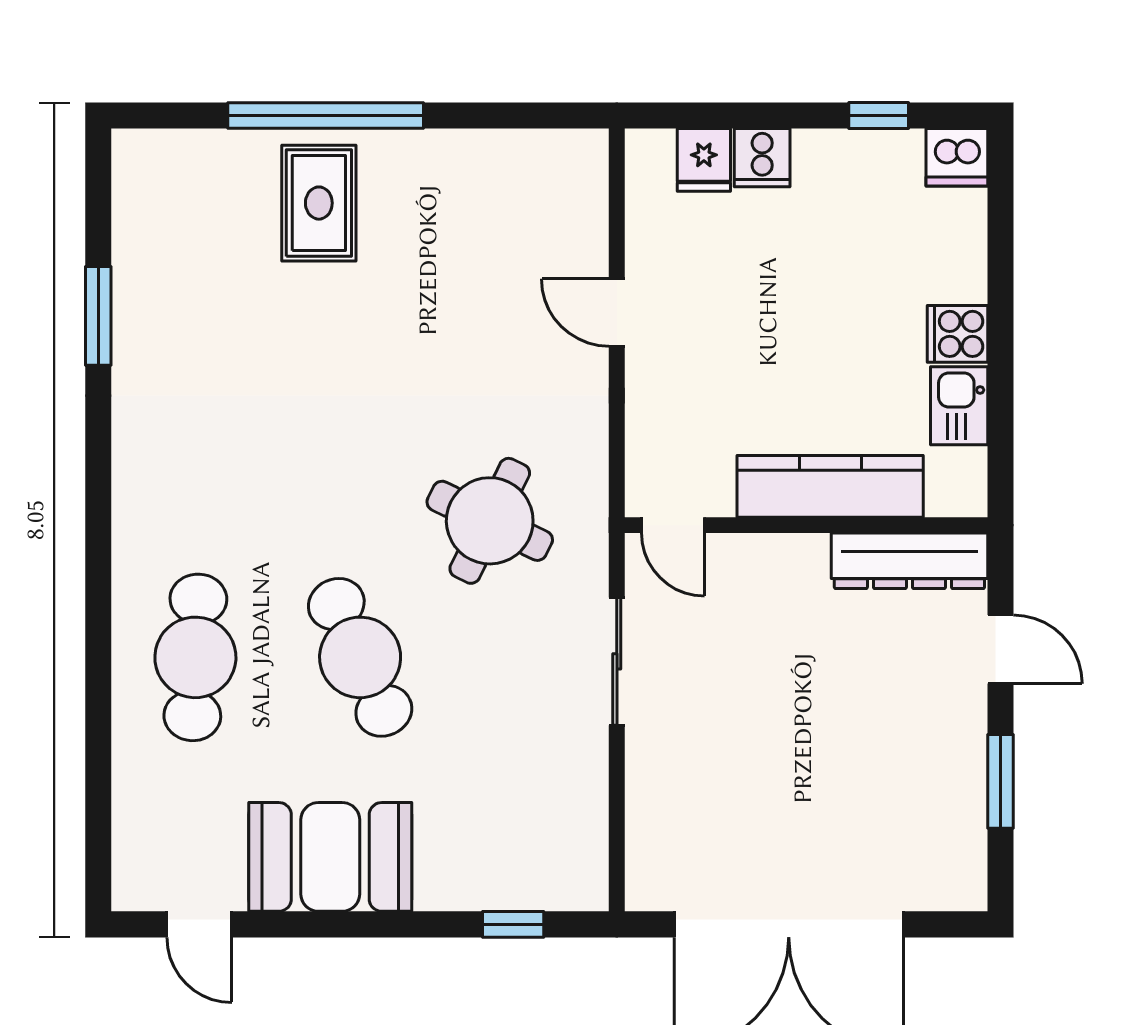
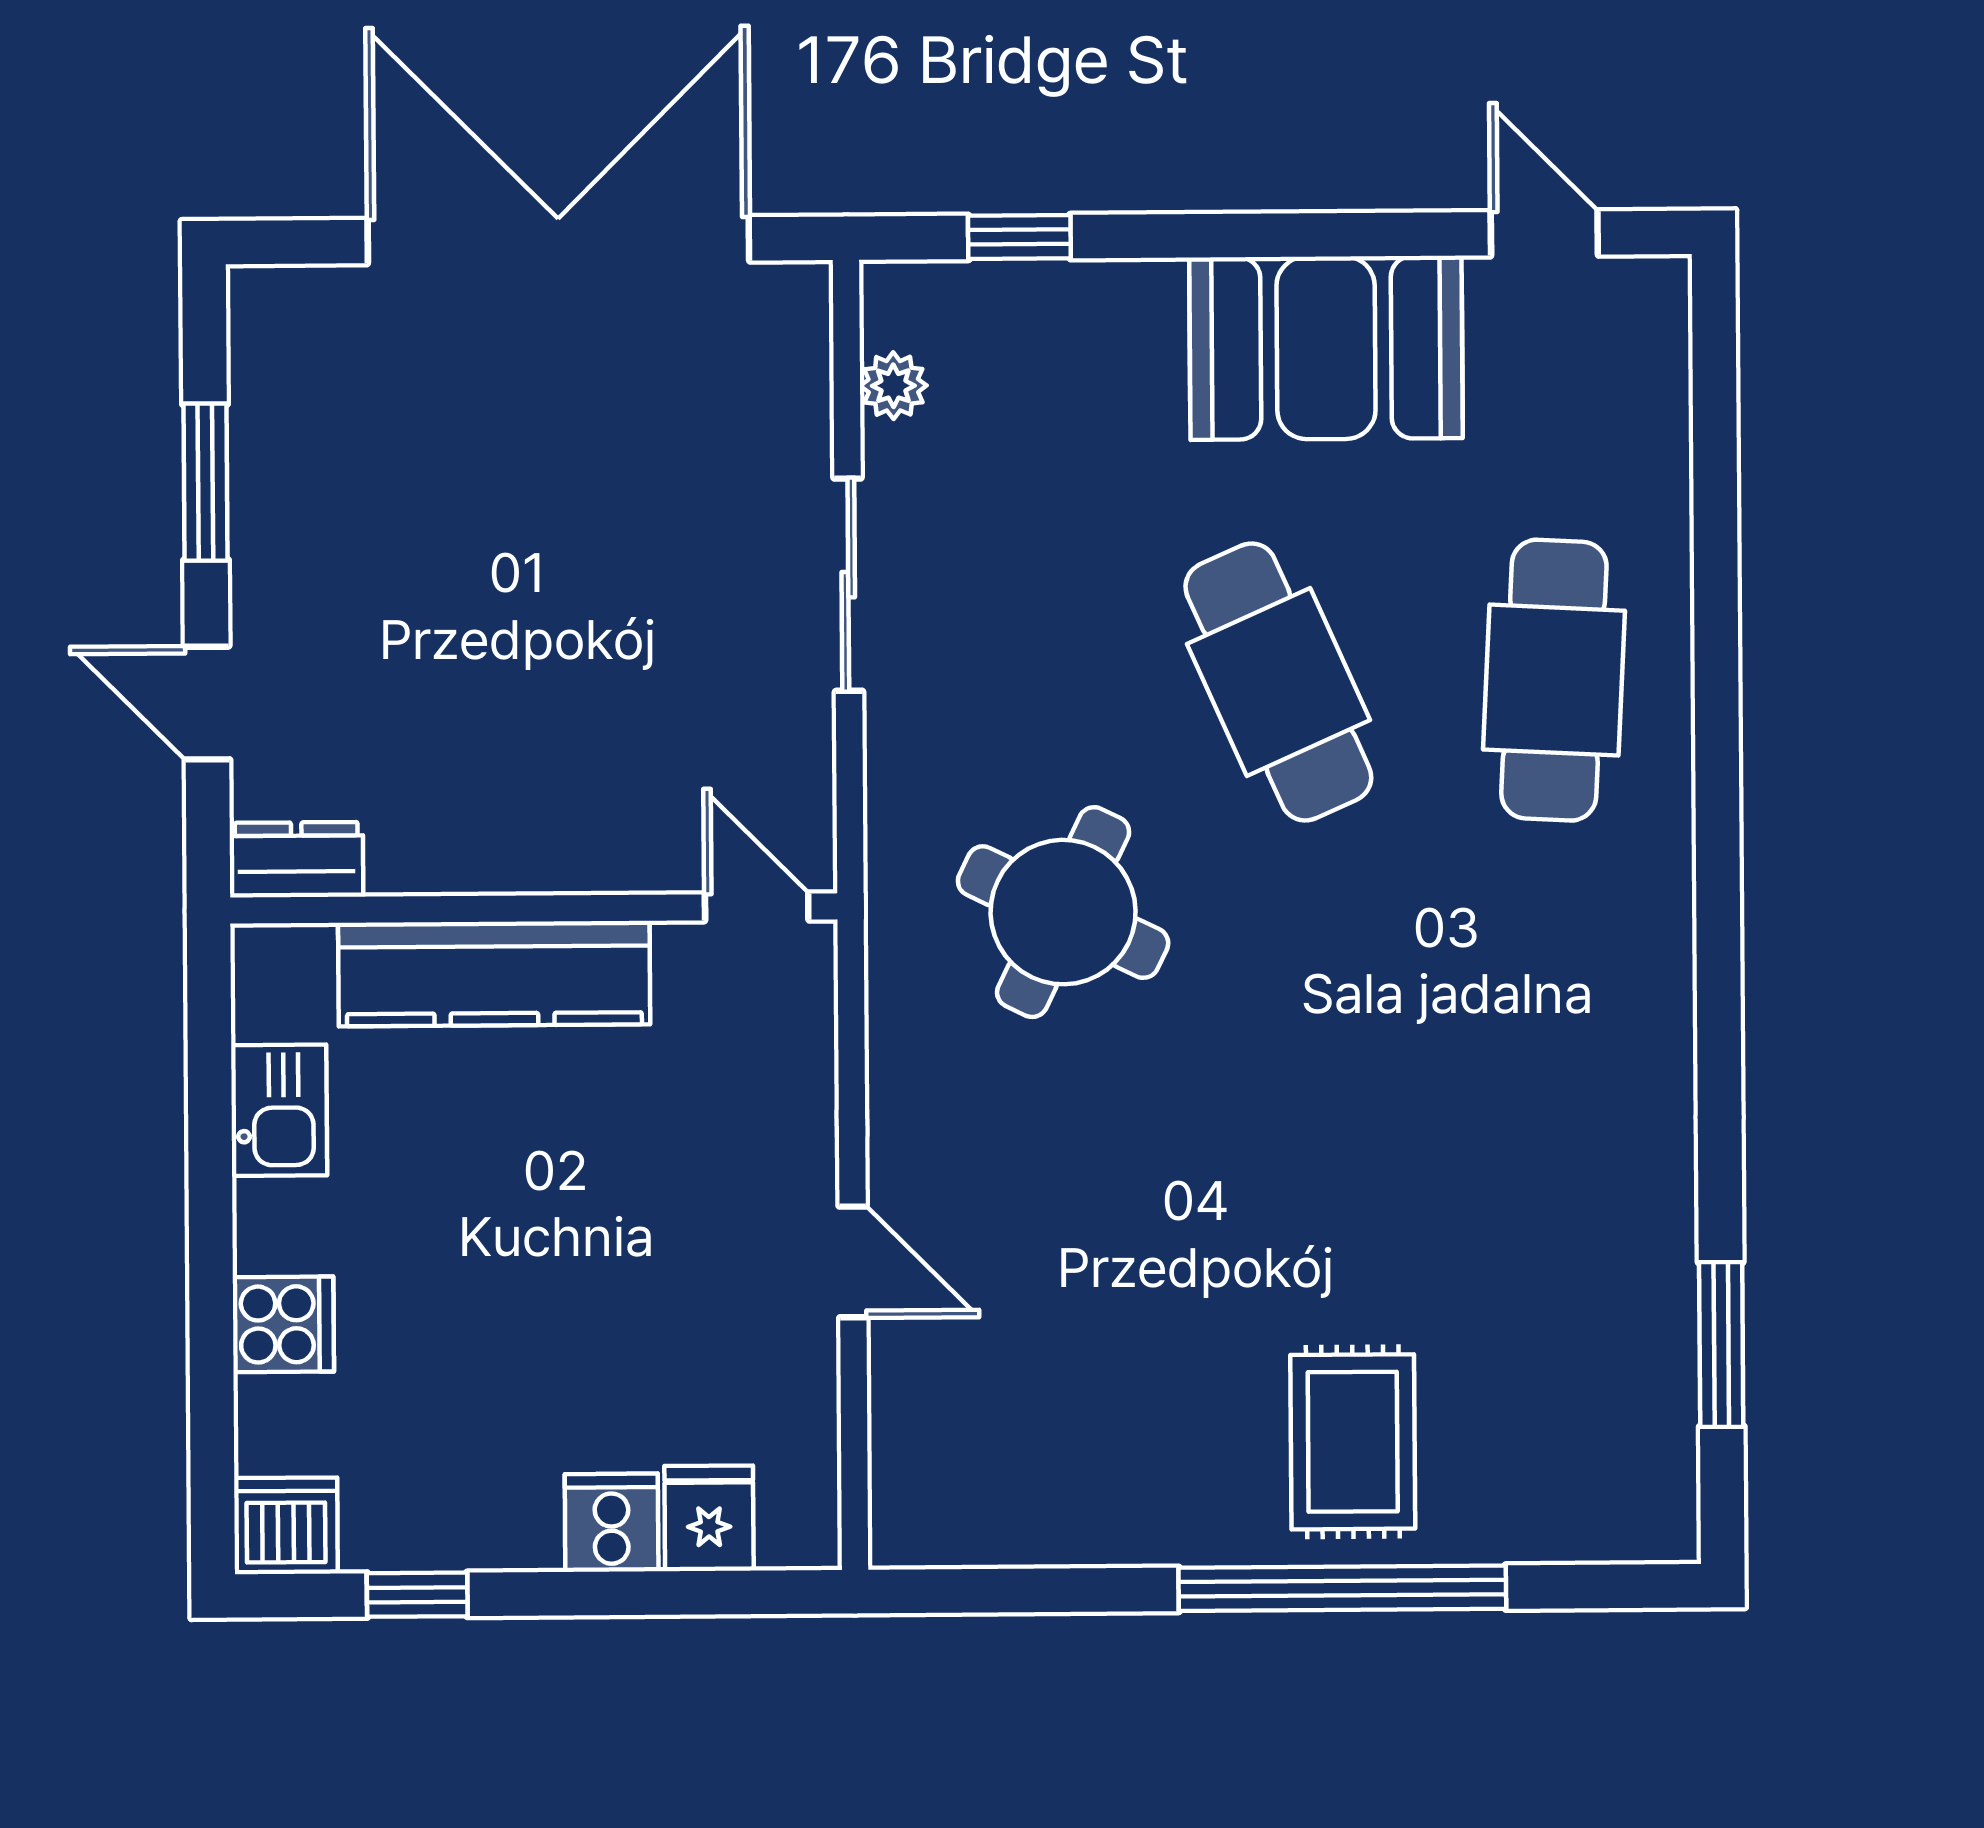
window: (98, 316) -> (1721, 1345), moved
cooker: (958, 334) -> (283, 1324), moved
dresser: (909, 561) -> (296, 860), width x0.51, depth x0.80
sliding door: (617, 661) -> (848, 585), moved
plant: (589, 836) -> (893, 386), added

